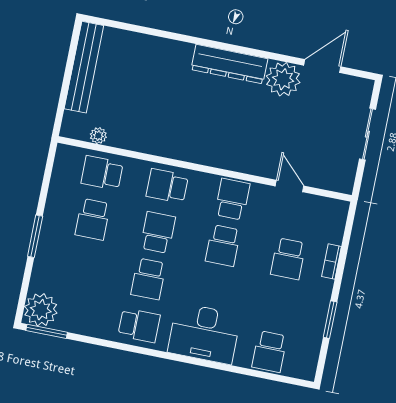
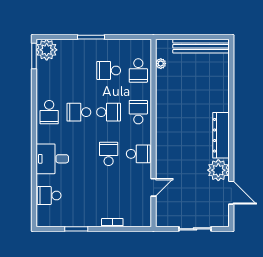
school desk: (102, 173) -> (138, 70), turned 180
school desk: (223, 246) -> (109, 154), turned 90
school desk: (288, 259) -> (109, 196), removed
desk: (204, 333) -> (52, 159), width x0.73

